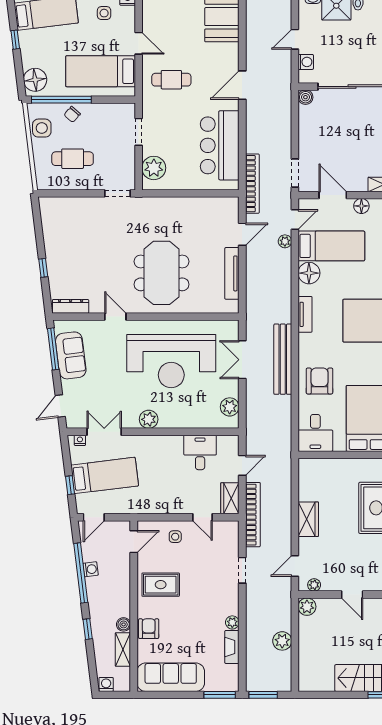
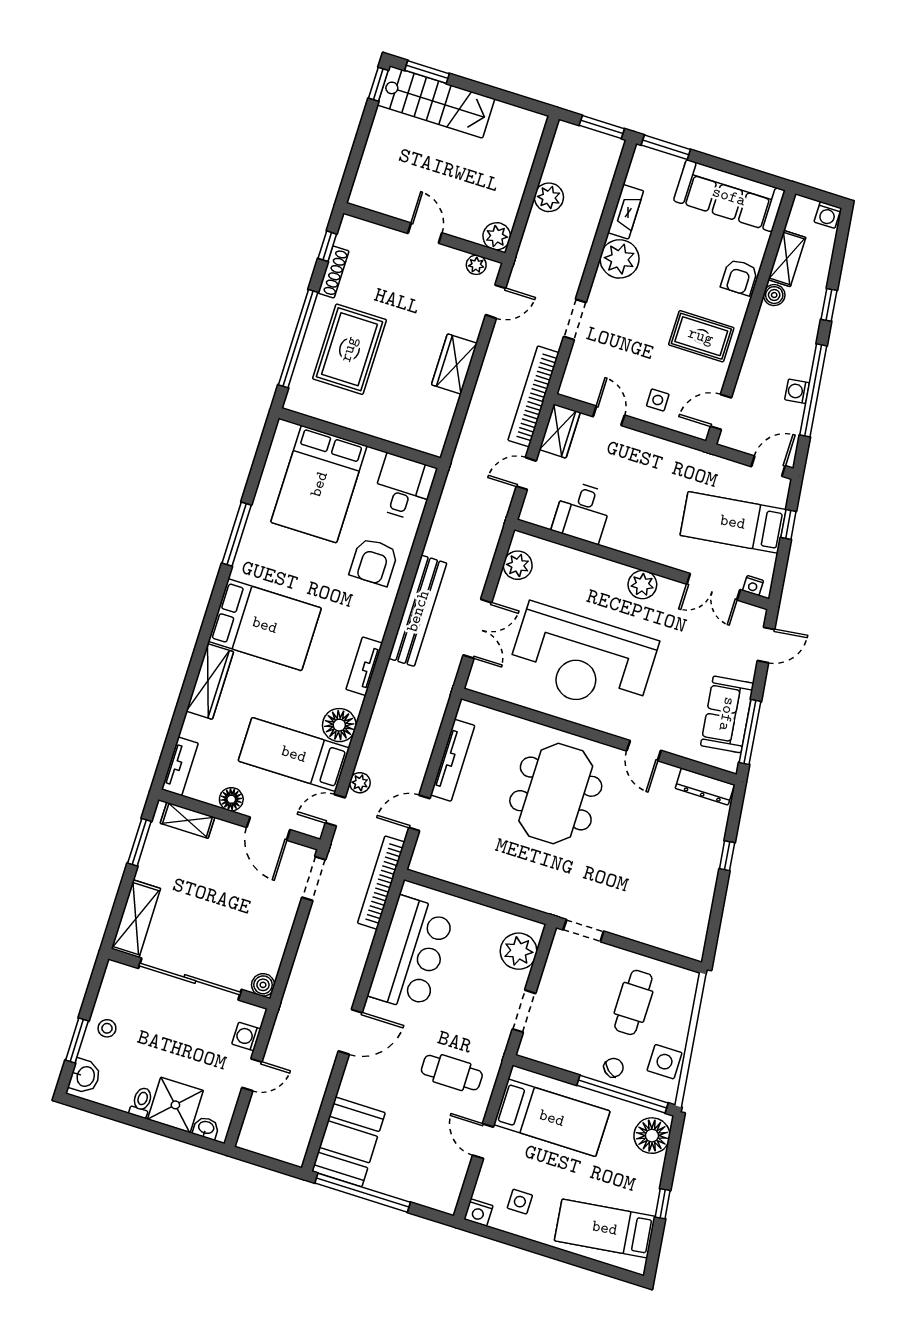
cafe table: (73, 159) -> (633, 1002), turned 90
reception desk: (171, 361) -> (582, 660), turned 180
plant: (232, 622) -> (620, 259), width x1.88, depth x1.88

